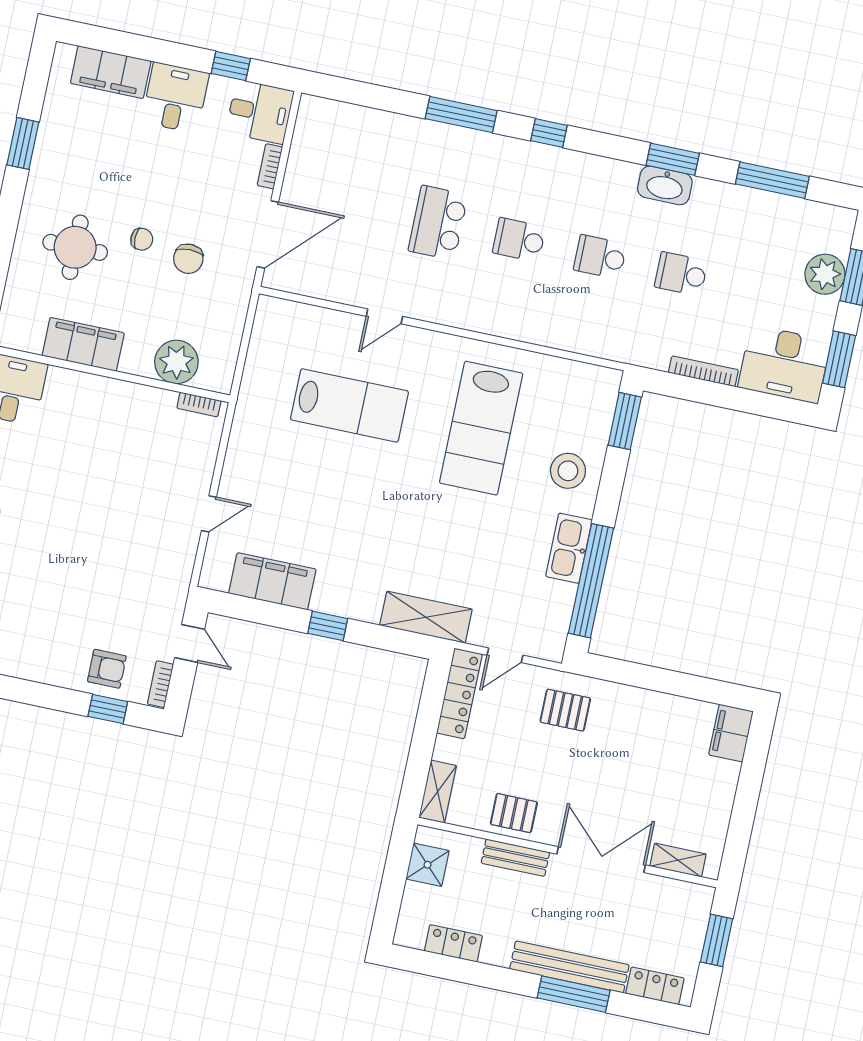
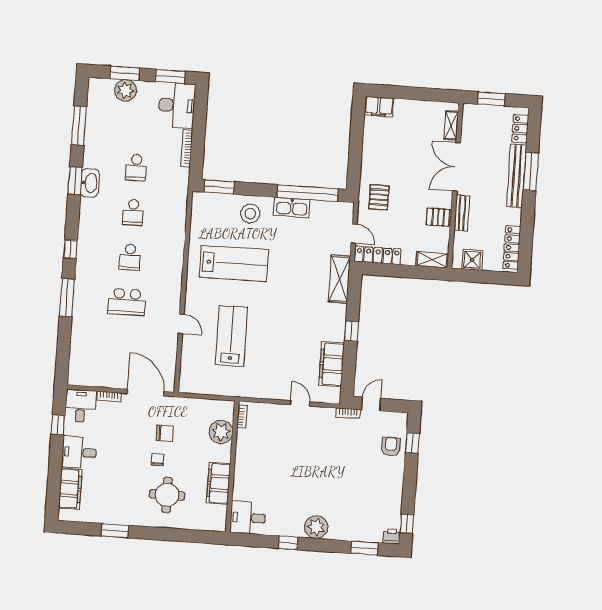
bookcase: (160, 684) -> (348, 413), moved
pallet: (514, 813) -> (438, 217), turned 90
locker: (453, 943) -> (512, 248), width x1.53

